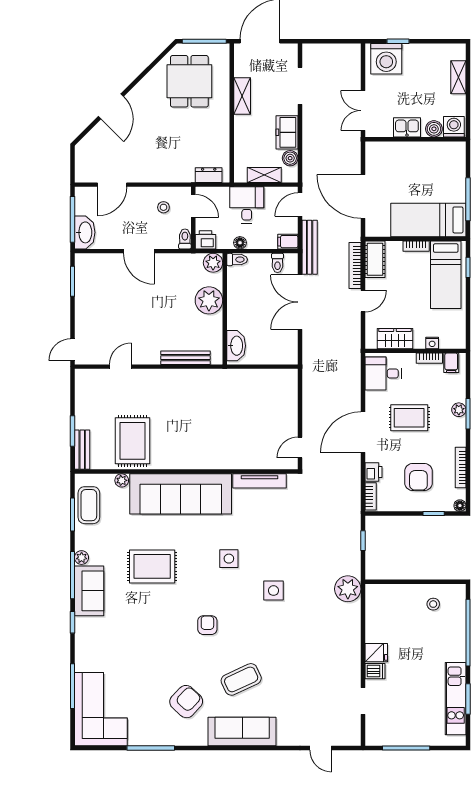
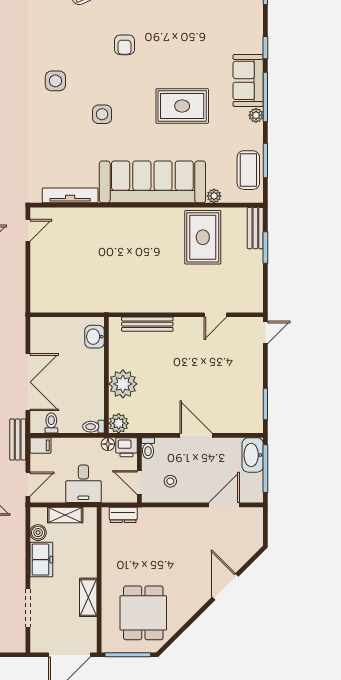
floor lamp: (240, 243) -> (108, 444), moved
bench: (310, 247) -> (18, 439), width x0.73
washbasin: (236, 346) -> (95, 337), width x0.72

